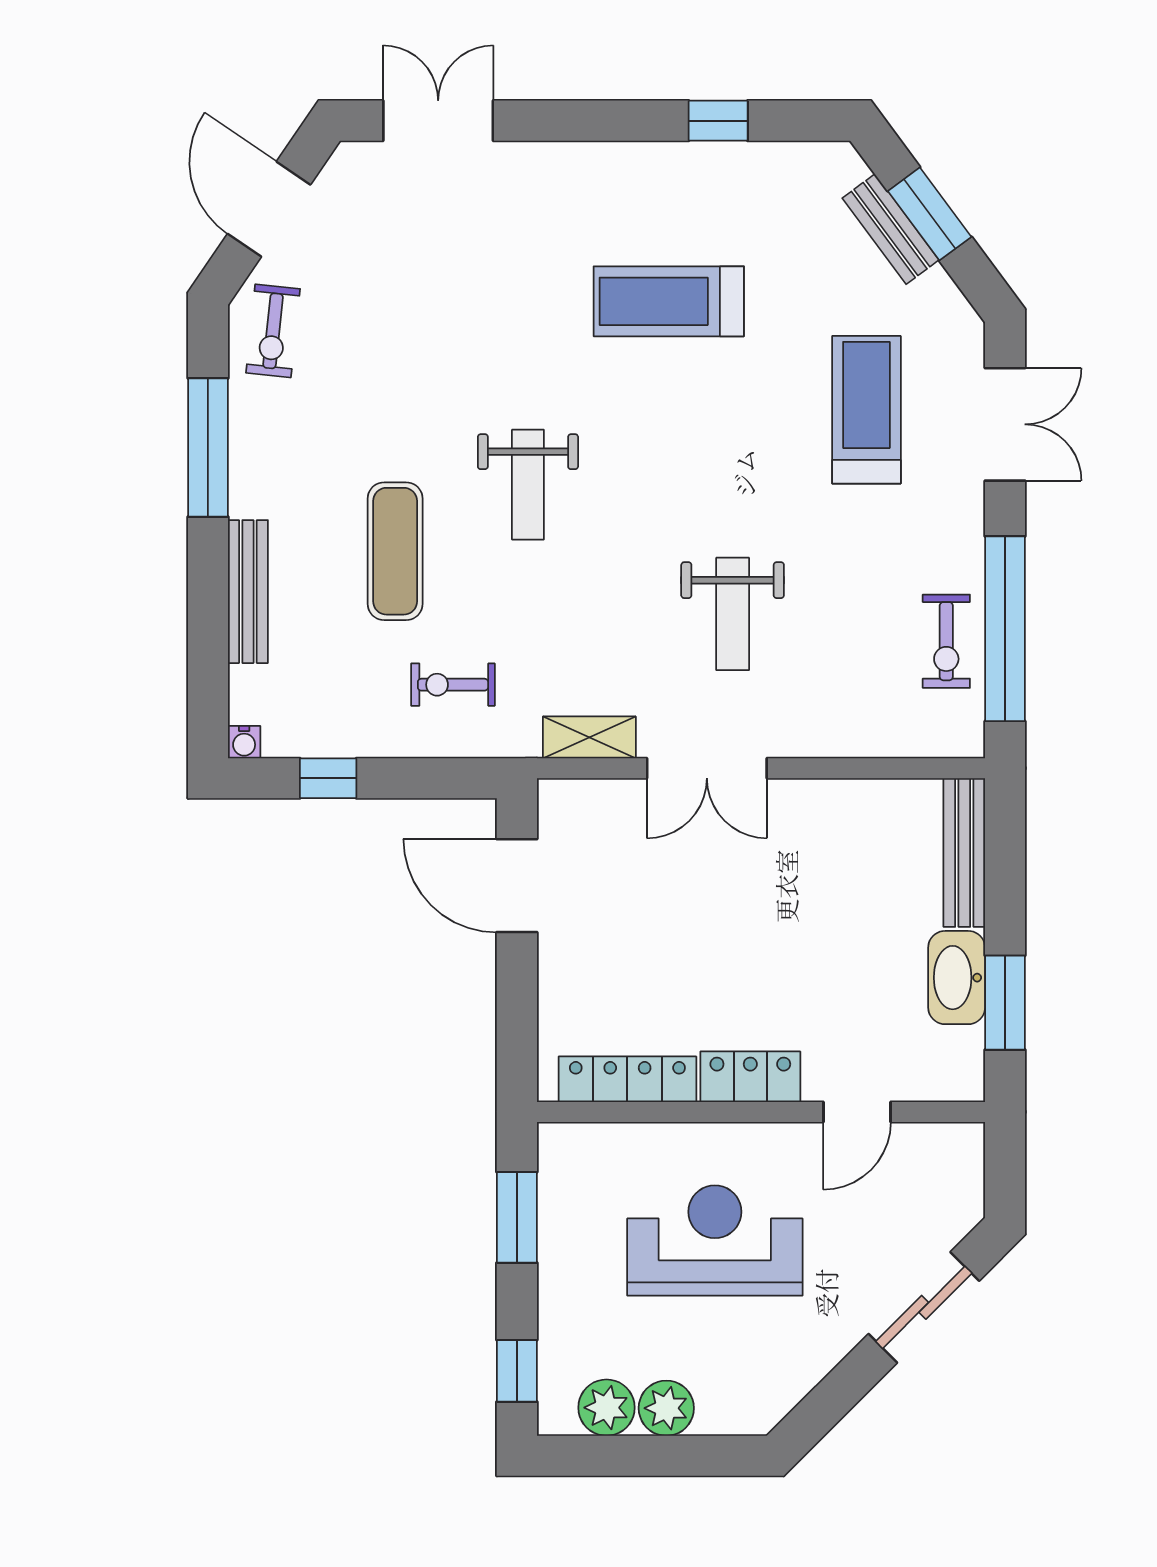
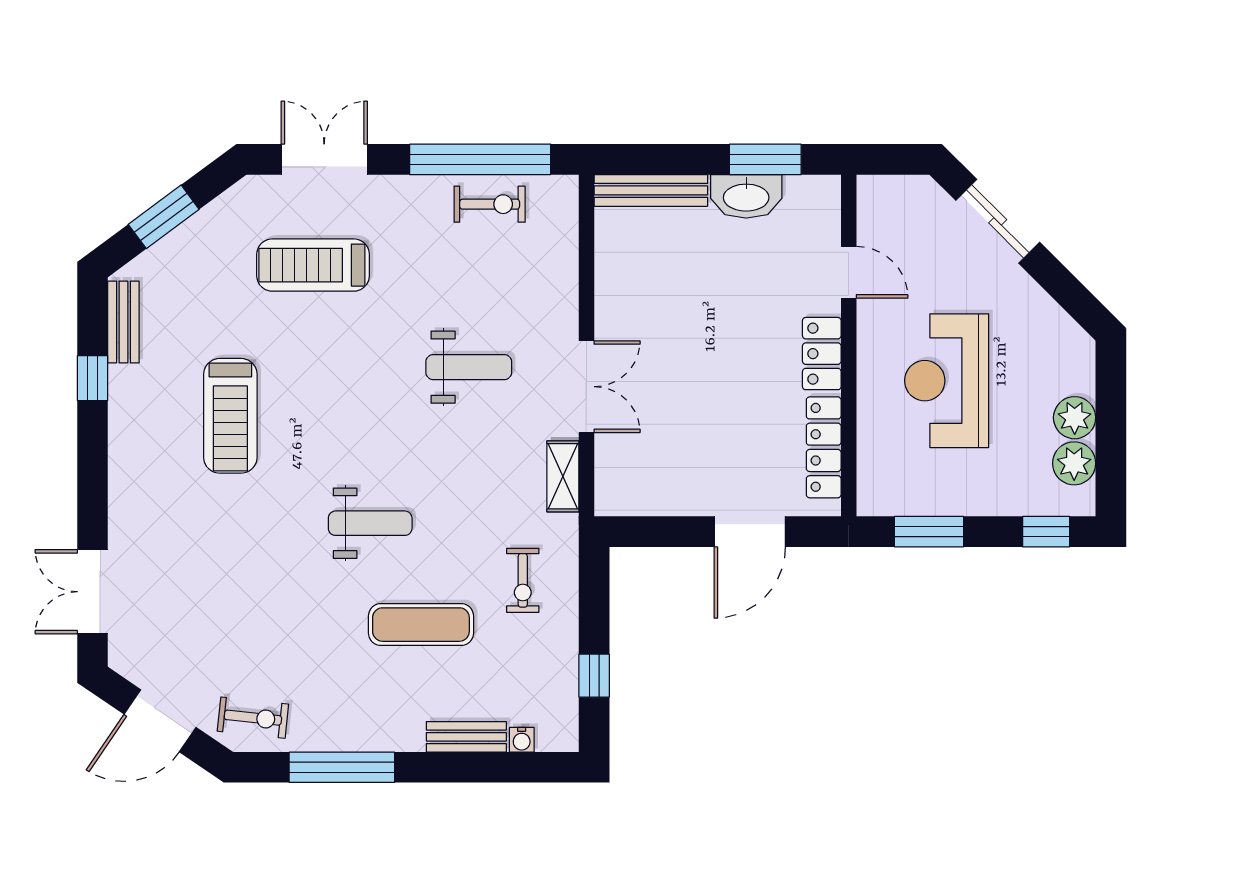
bench: (891, 229) -> (123, 322), moved, turned -53
bench: (248, 592) -> (466, 737), width x0.73
water cooler: (244, 742) -> (522, 740), moved, turned 90
door: (517, 886) -> (750, 532), moved

